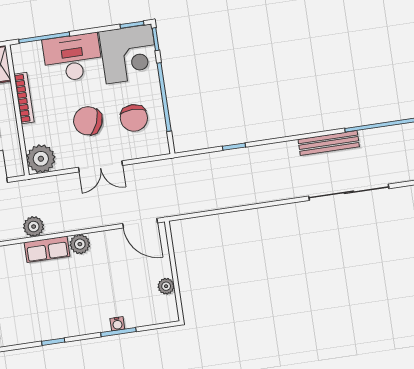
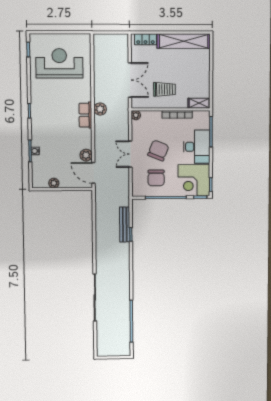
chair: (134, 118) -> (156, 178), turned -90
bench: (329, 143) -> (125, 224), moved
plant: (41, 159) -> (136, 115), width x0.53, depth x0.53
door: (140, 223) -> (93, 173), hinge flipped
plant: (80, 244) -> (86, 155), moved

